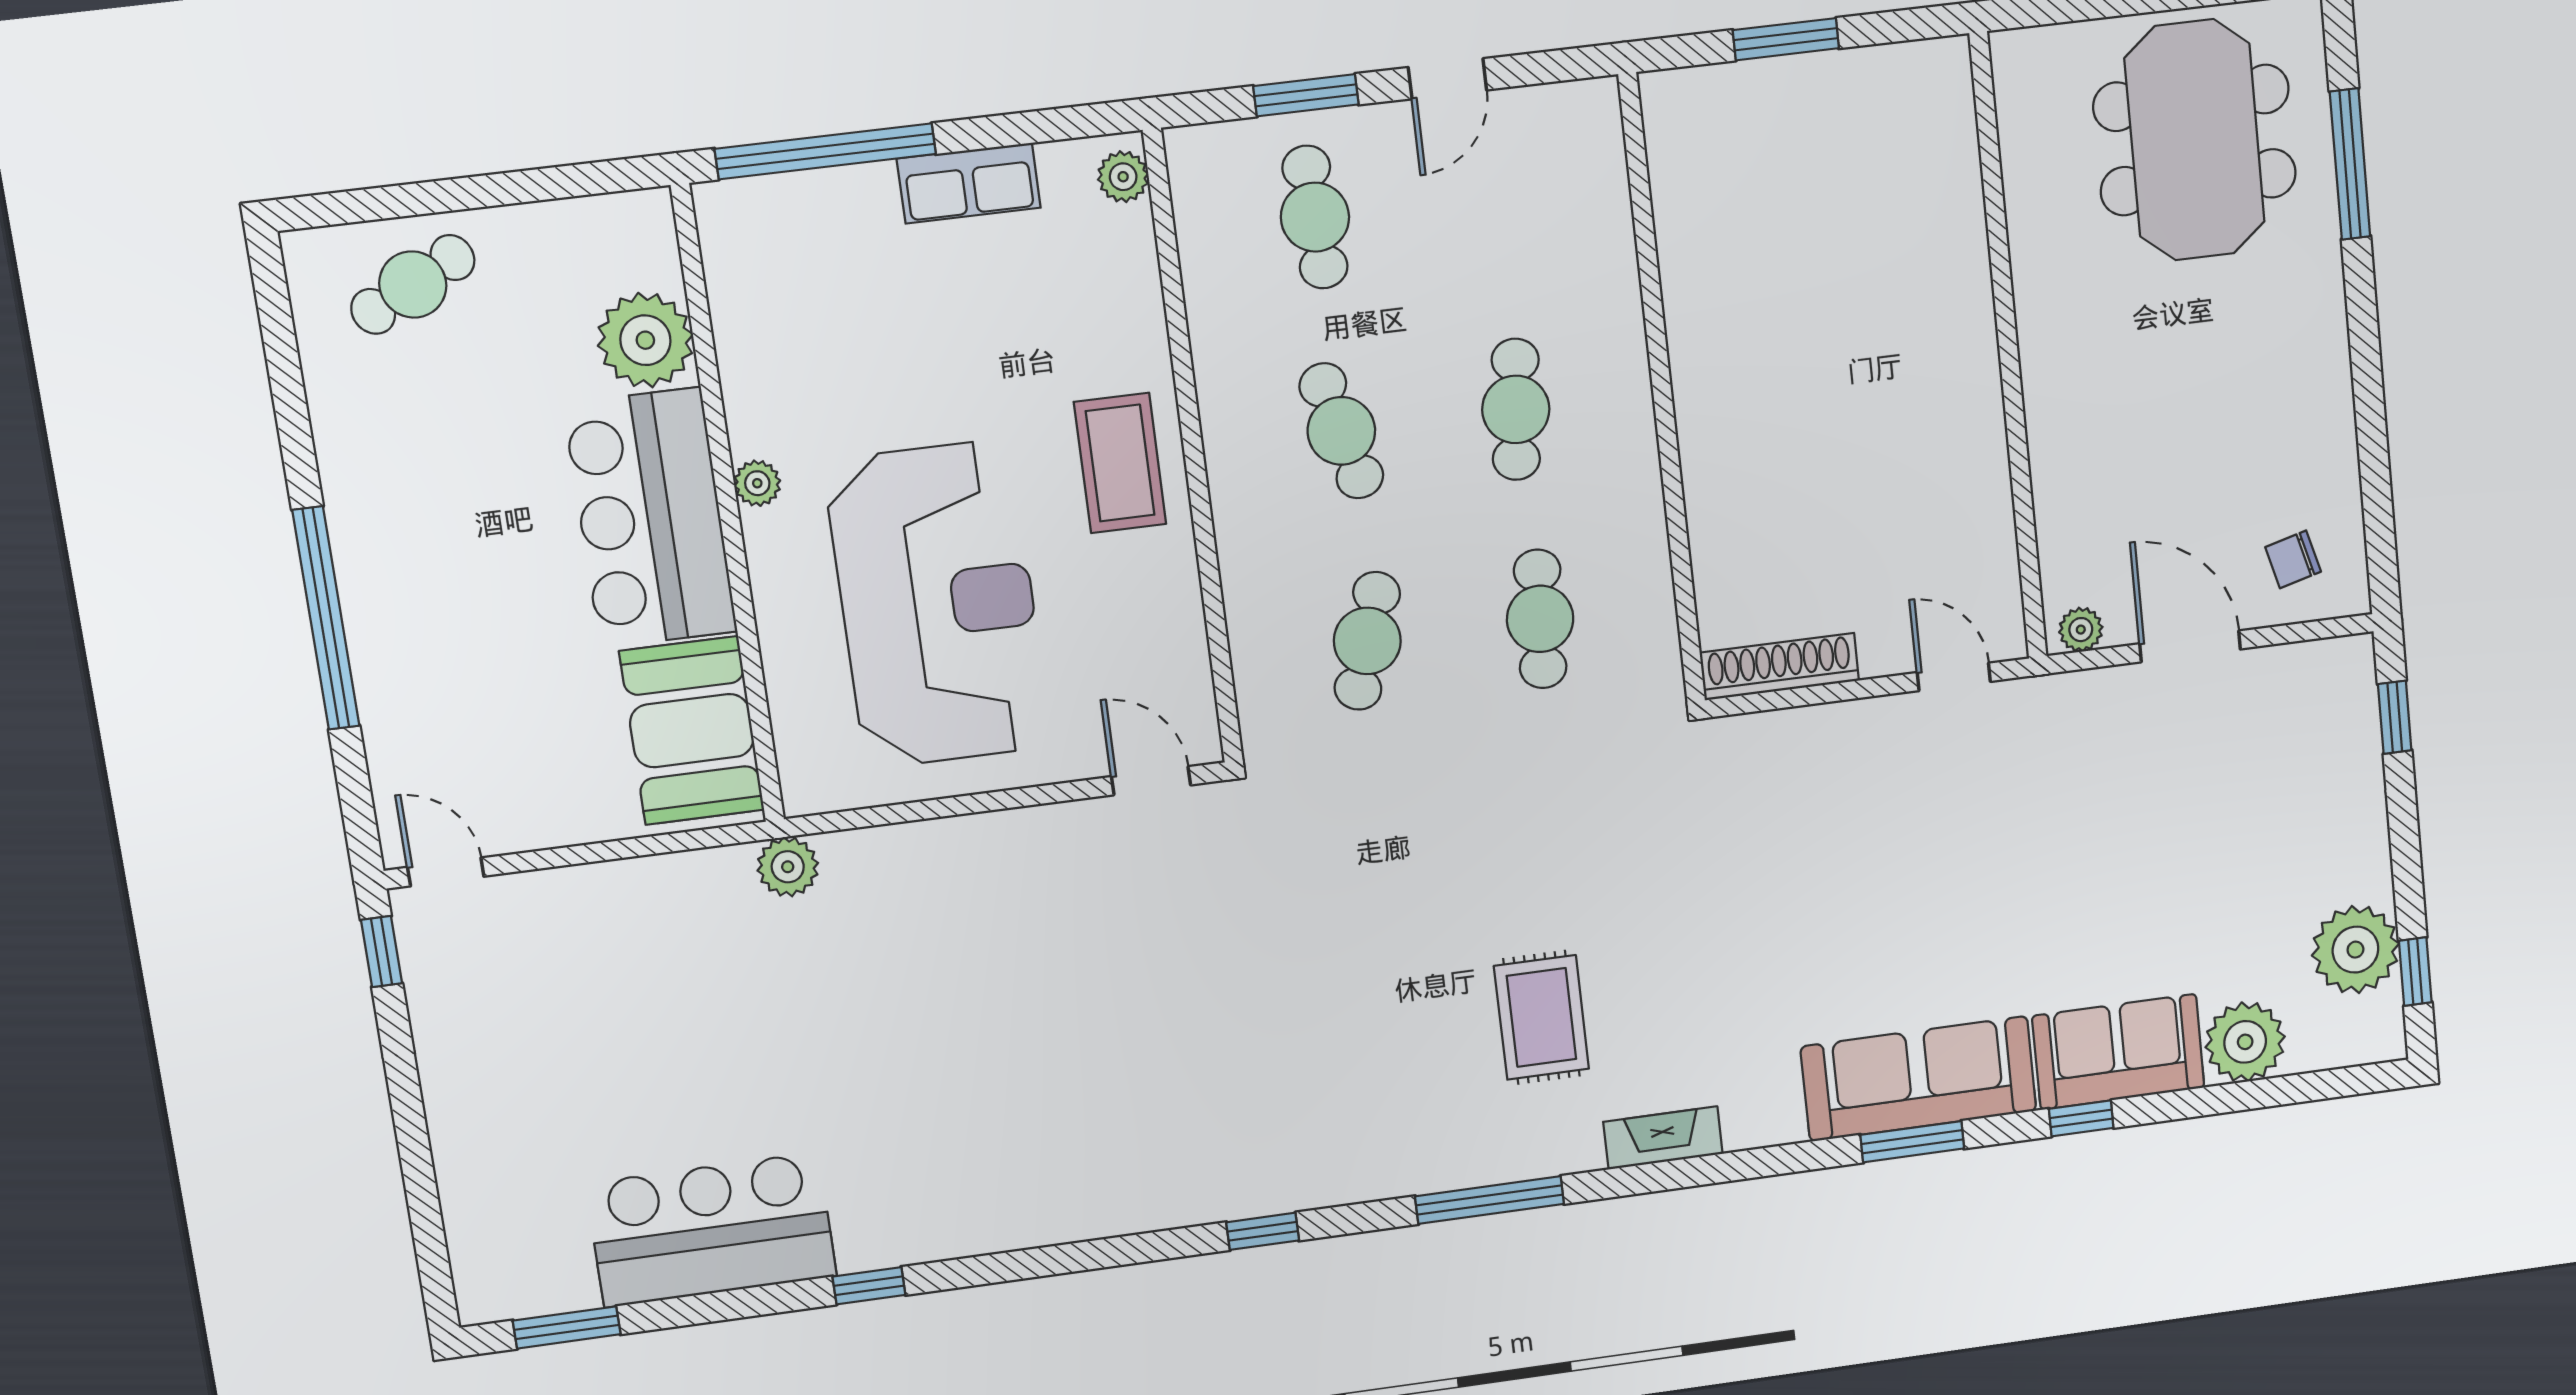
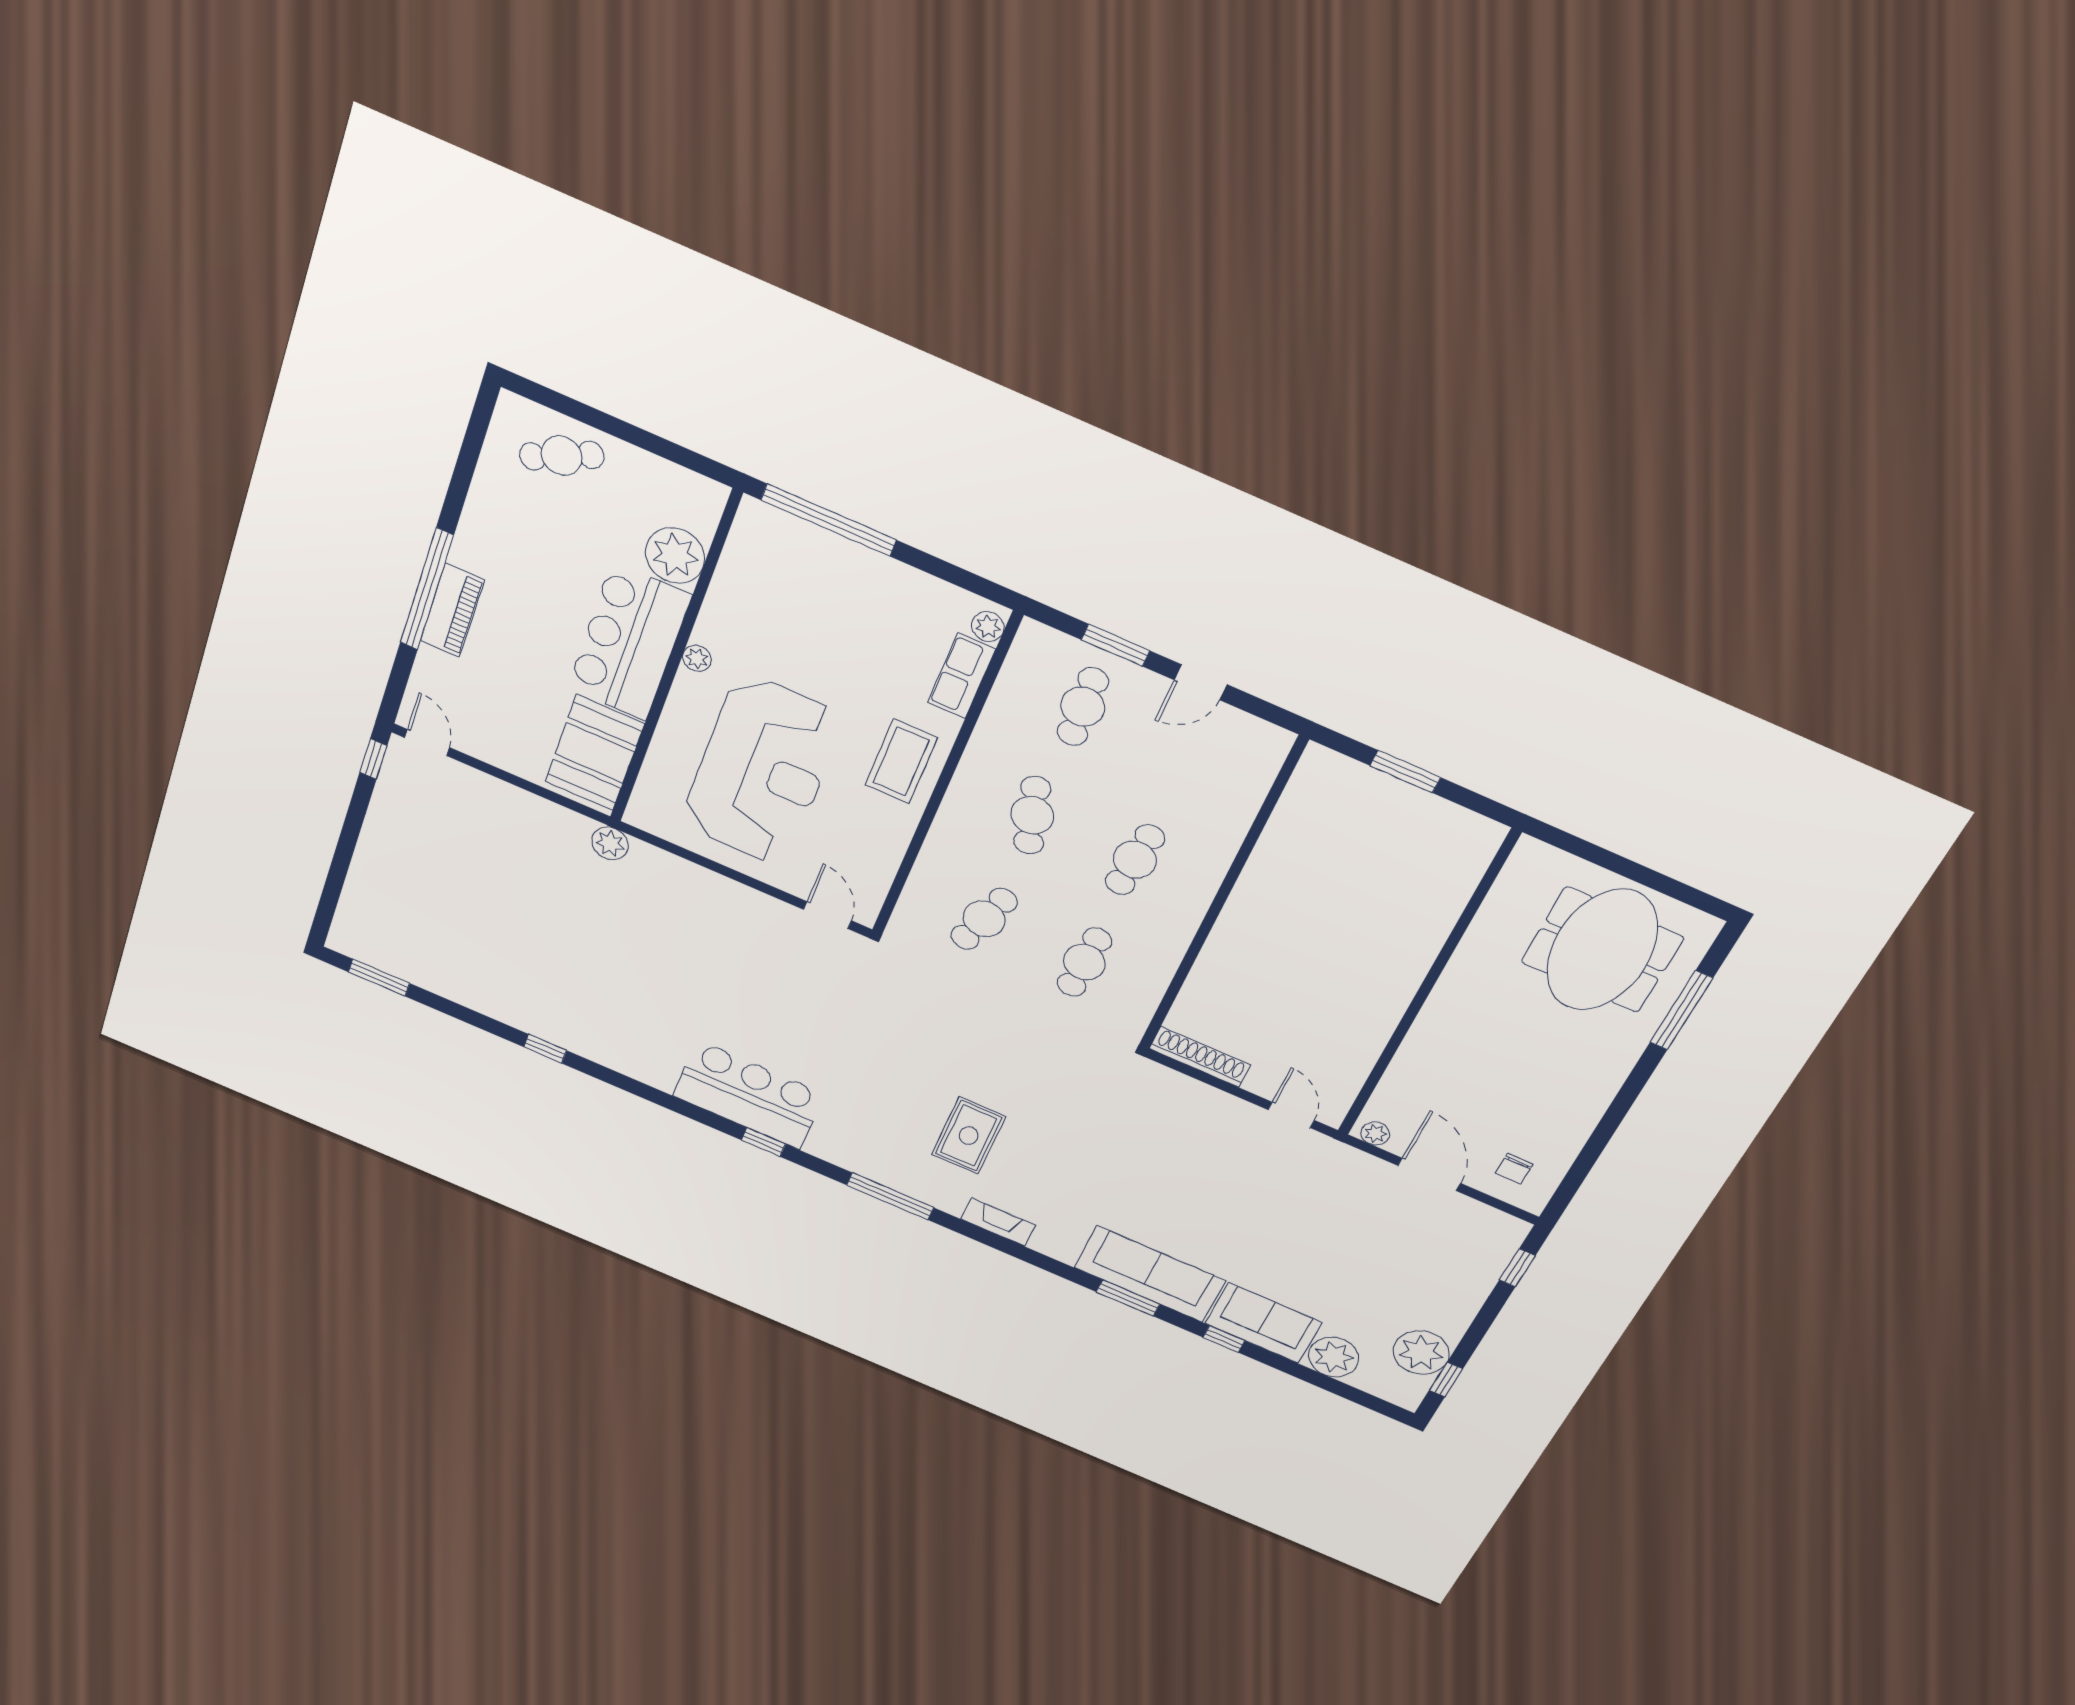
row of seats: (969, 183) -> (962, 676), moved, turned 90
chair: (2293, 559) -> (1514, 1169), turned -75
piano: (378, 629) -> (452, 610), added
bar counter: (711, 1230) -> (748, 1095), moved

